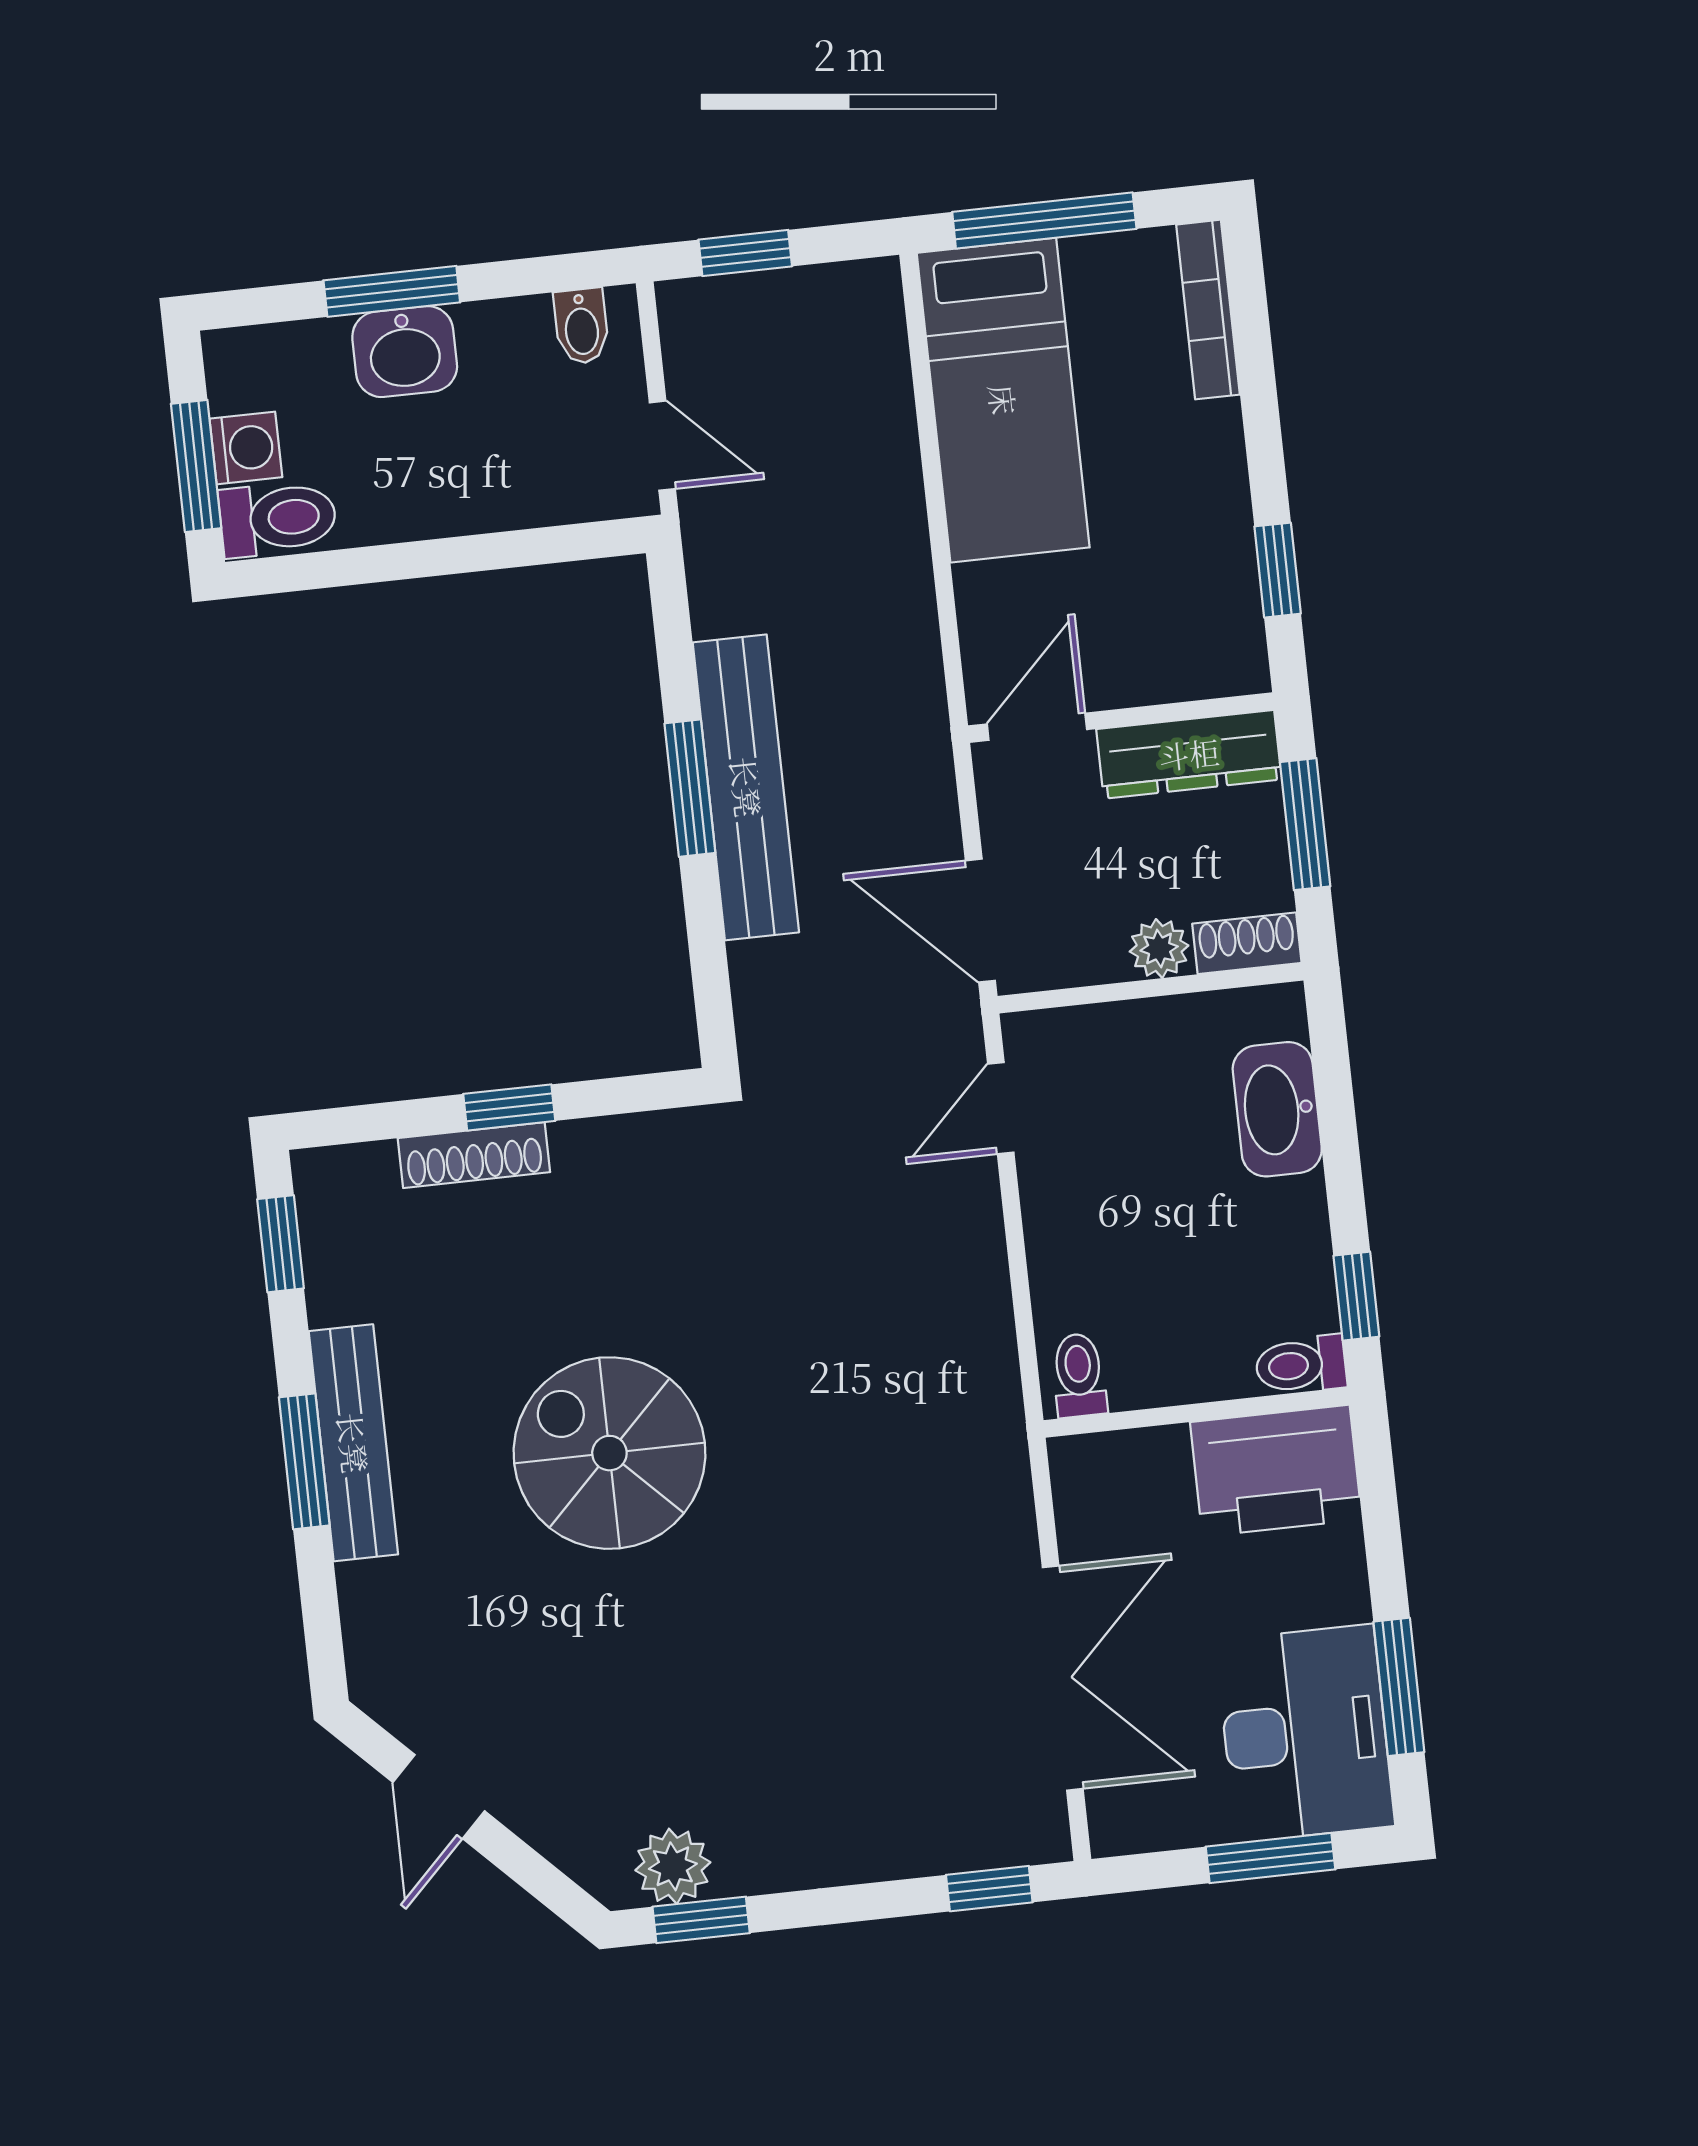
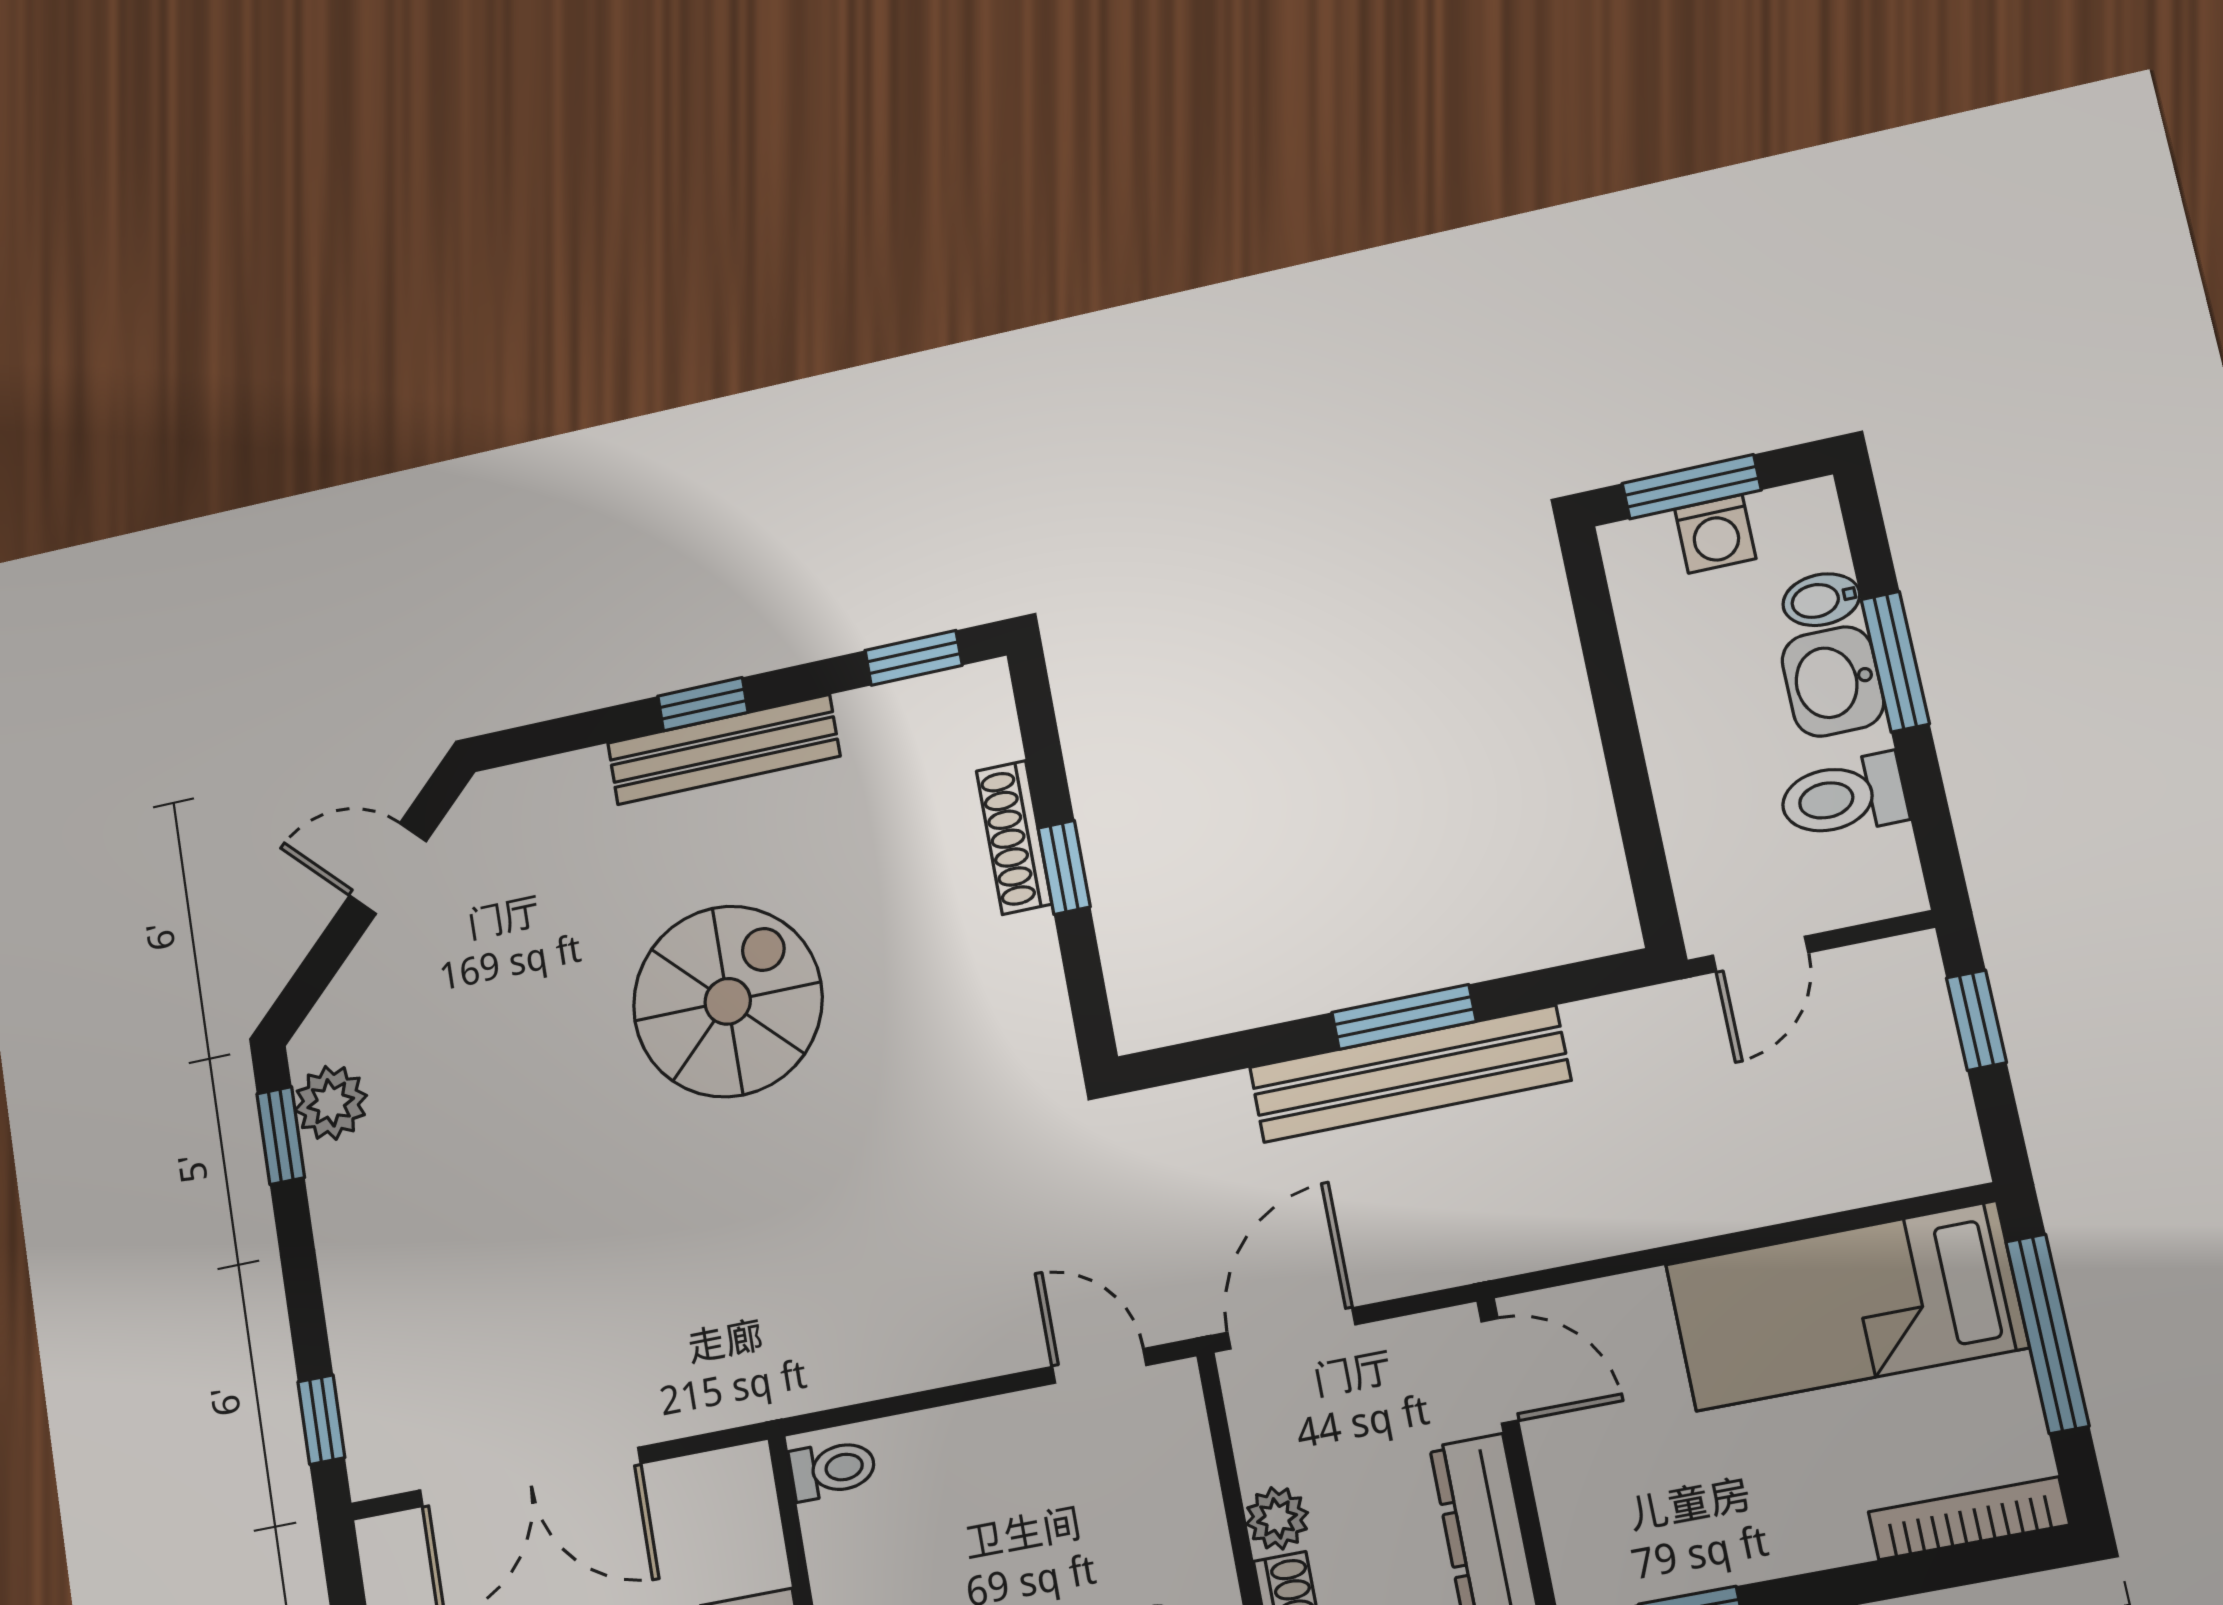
bidet: (581, 326) -> (1821, 600), moved
toilet: (278, 519) -> (1843, 797), moved, turned 90
window: (304, 1461) -> (703, 704), width x0.67

